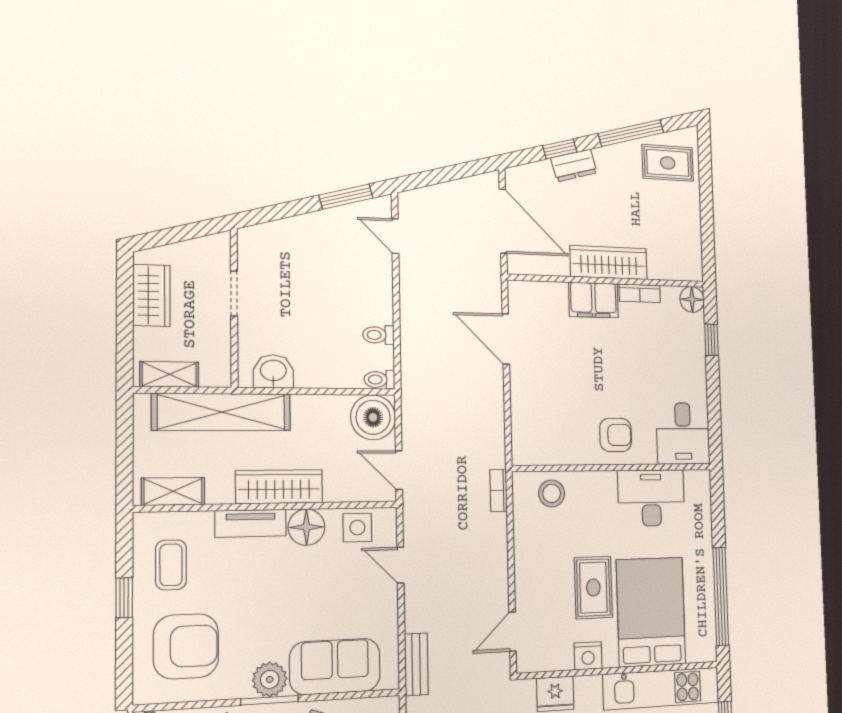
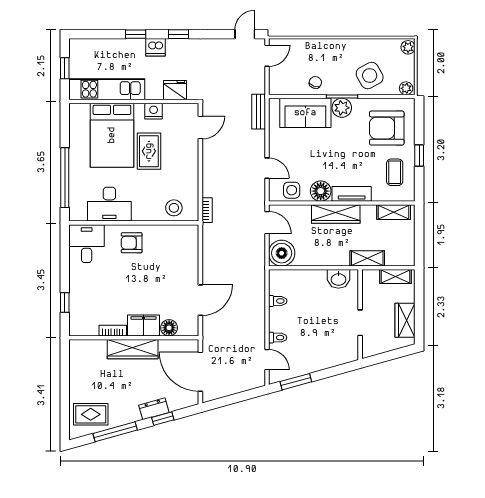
floor lamp: (692, 299) -> (169, 328), moved
door: (506, 339) -> (200, 300), hinge flipped
toilet: (380, 380) -> (278, 338), moved
shelving: (222, 412) -> (367, 258), width x0.45, depth x0.75
window: (721, 596) -> (65, 178), moved

